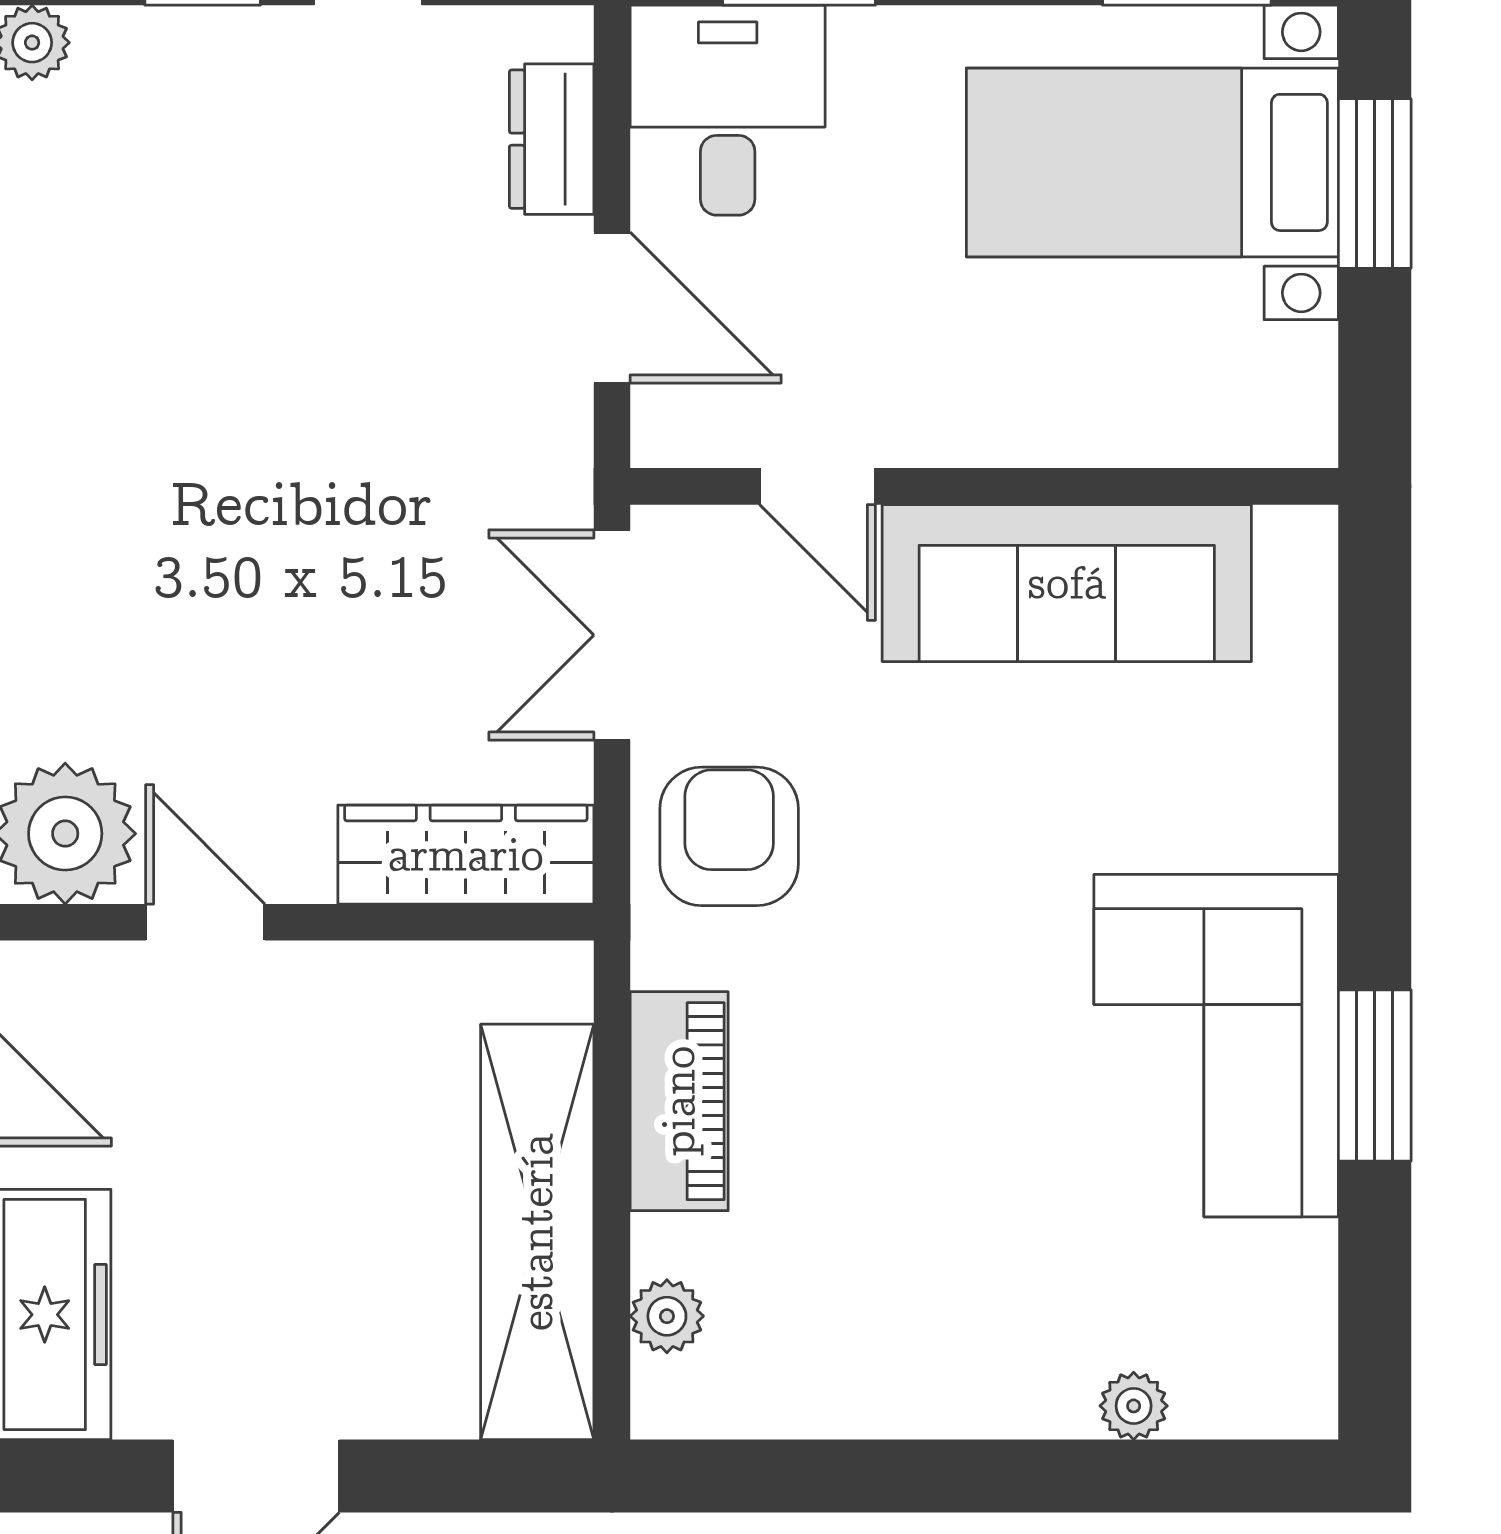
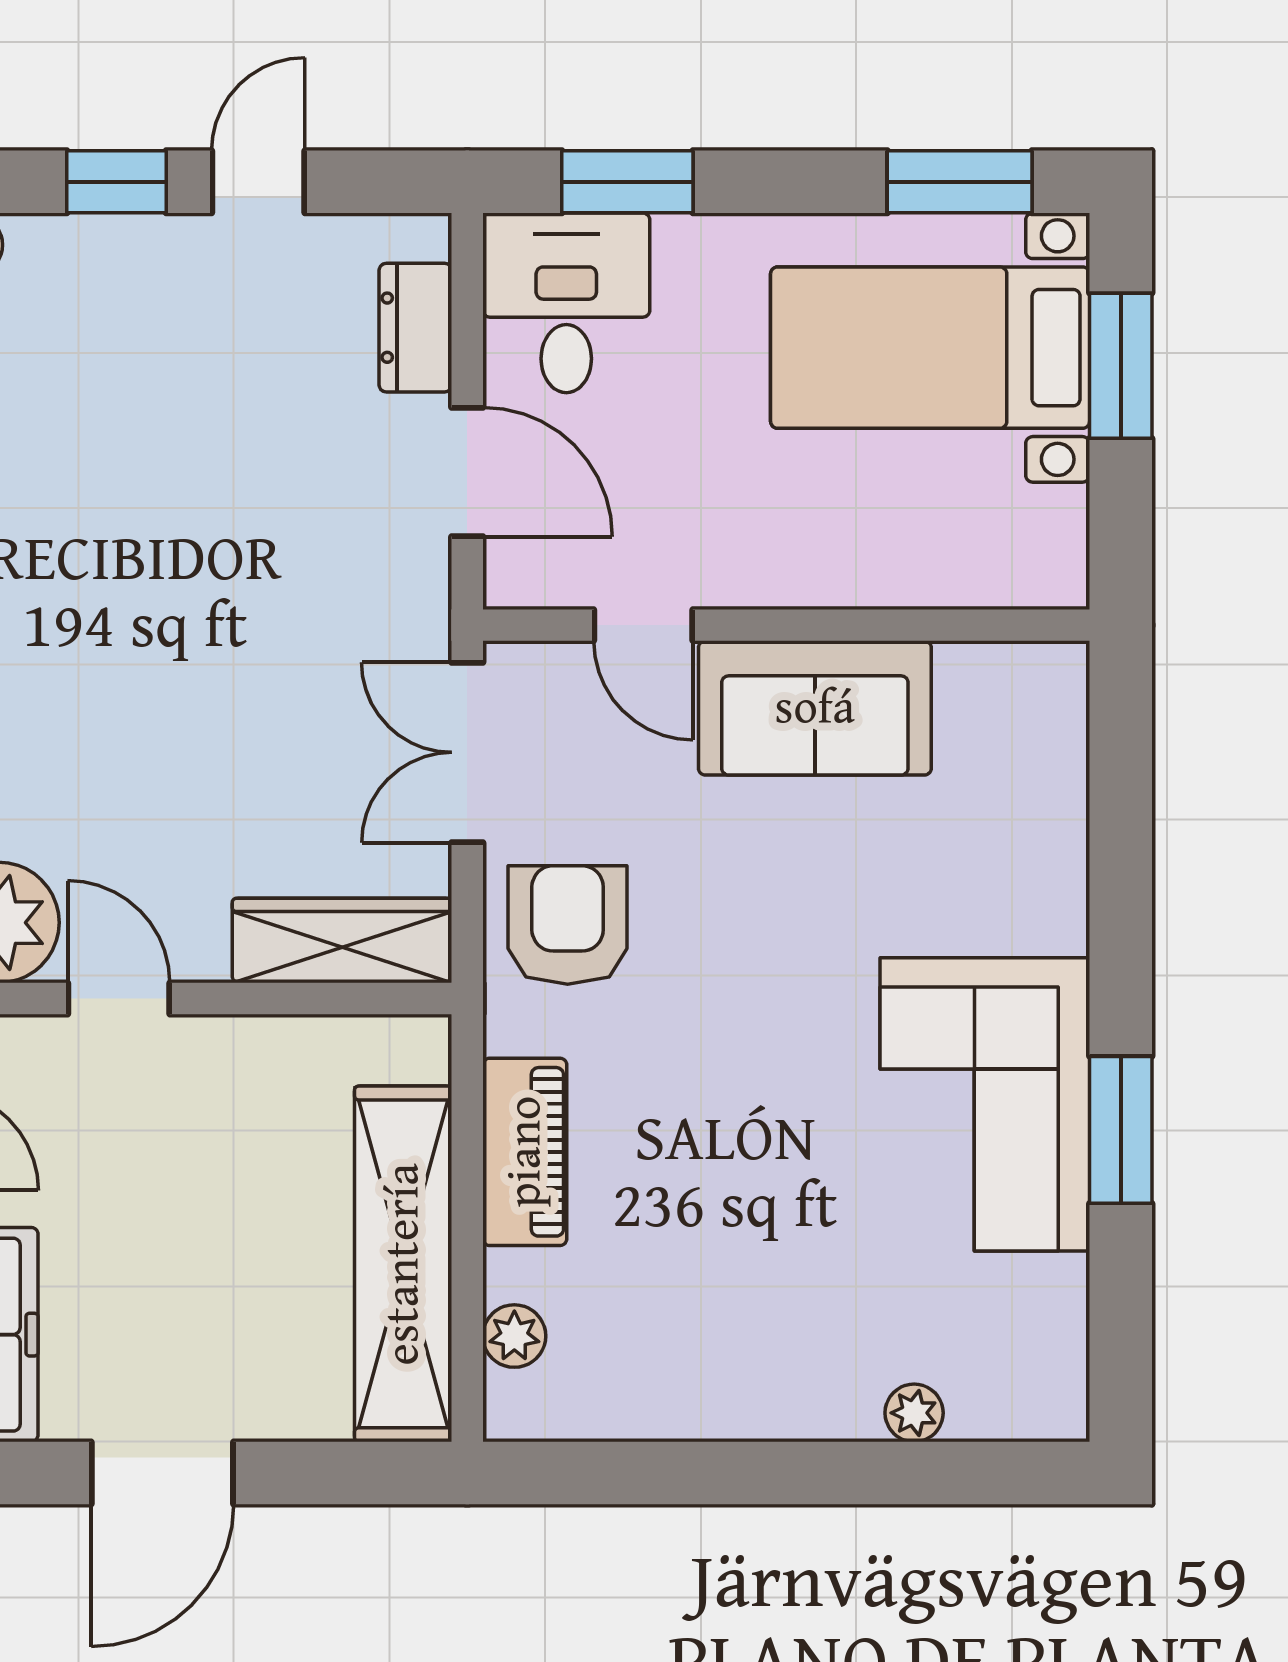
sofa: (1067, 583) -> (815, 708), width x0.73

